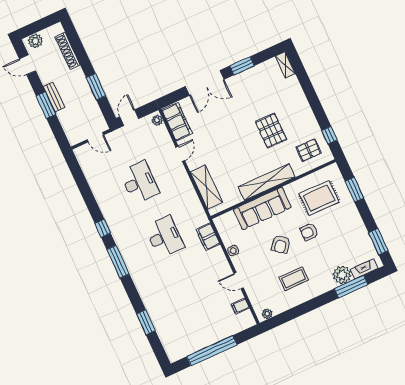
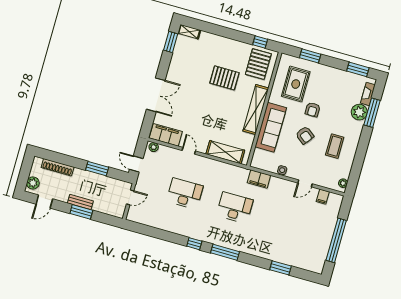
window: (242, 66) -> (171, 42), moved
pallet: (309, 150) -> (258, 64), width x1.50, depth x1.42

